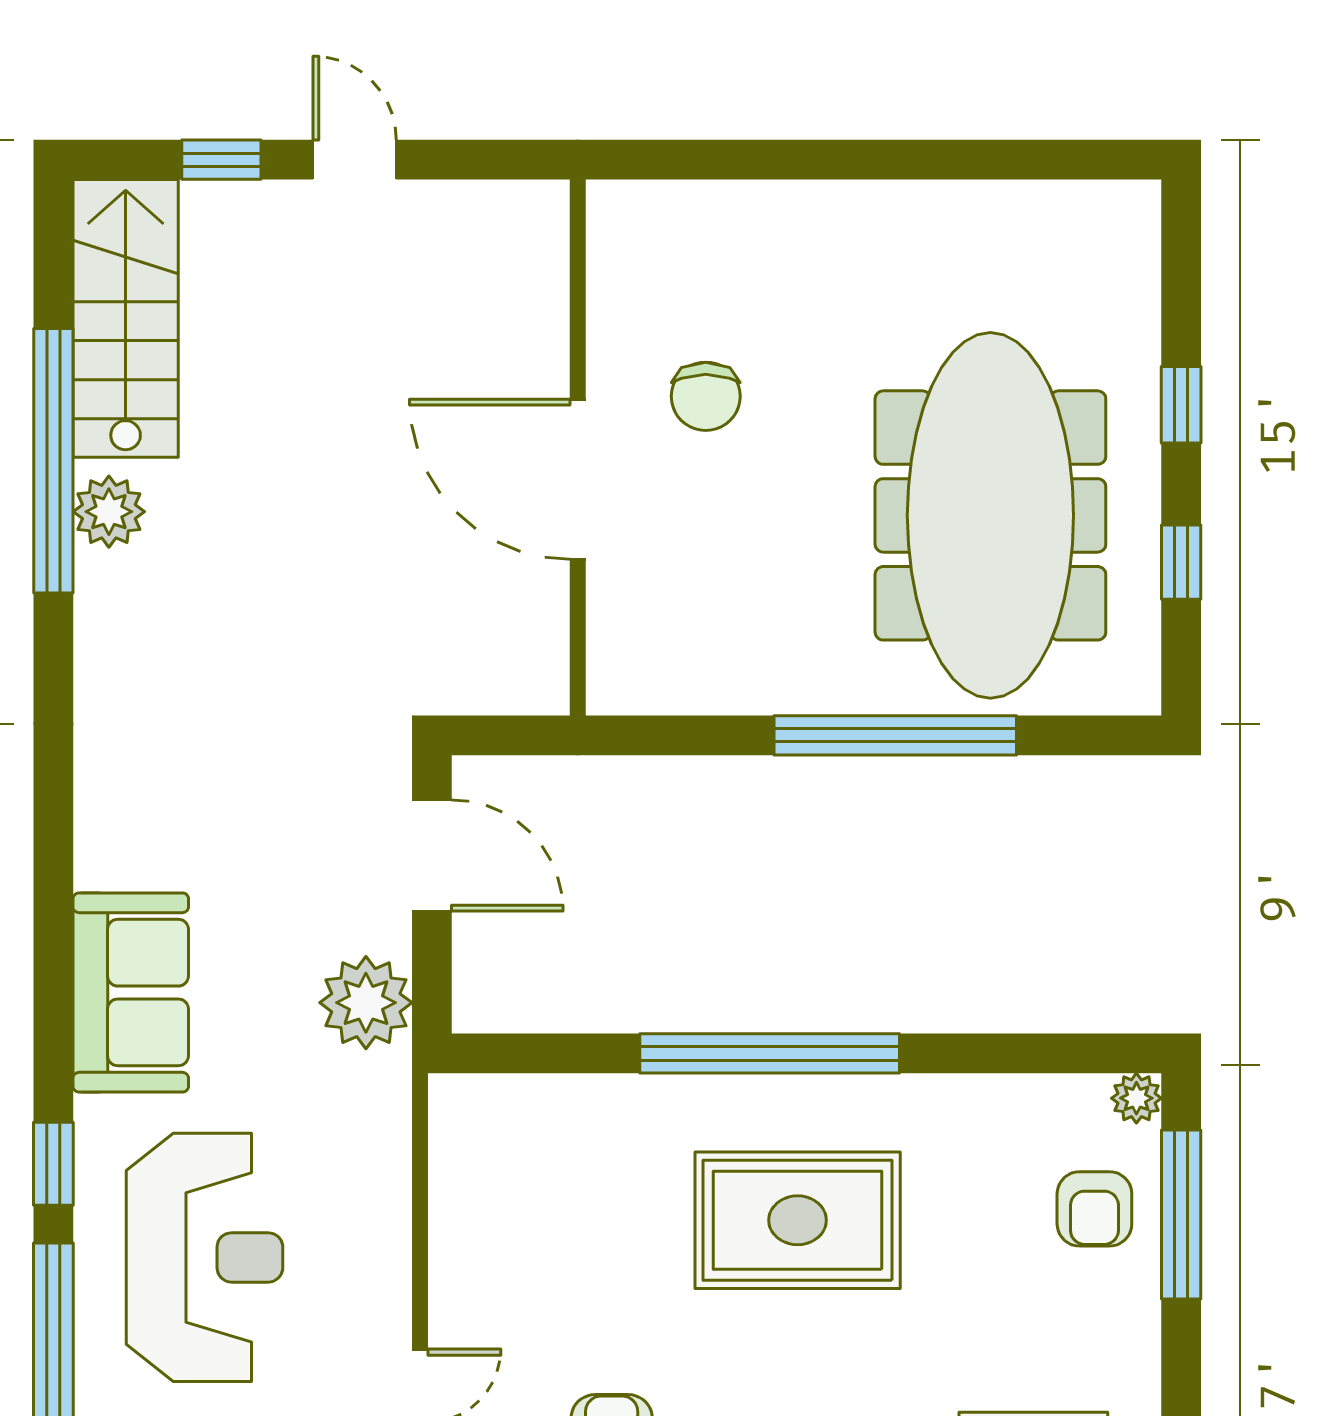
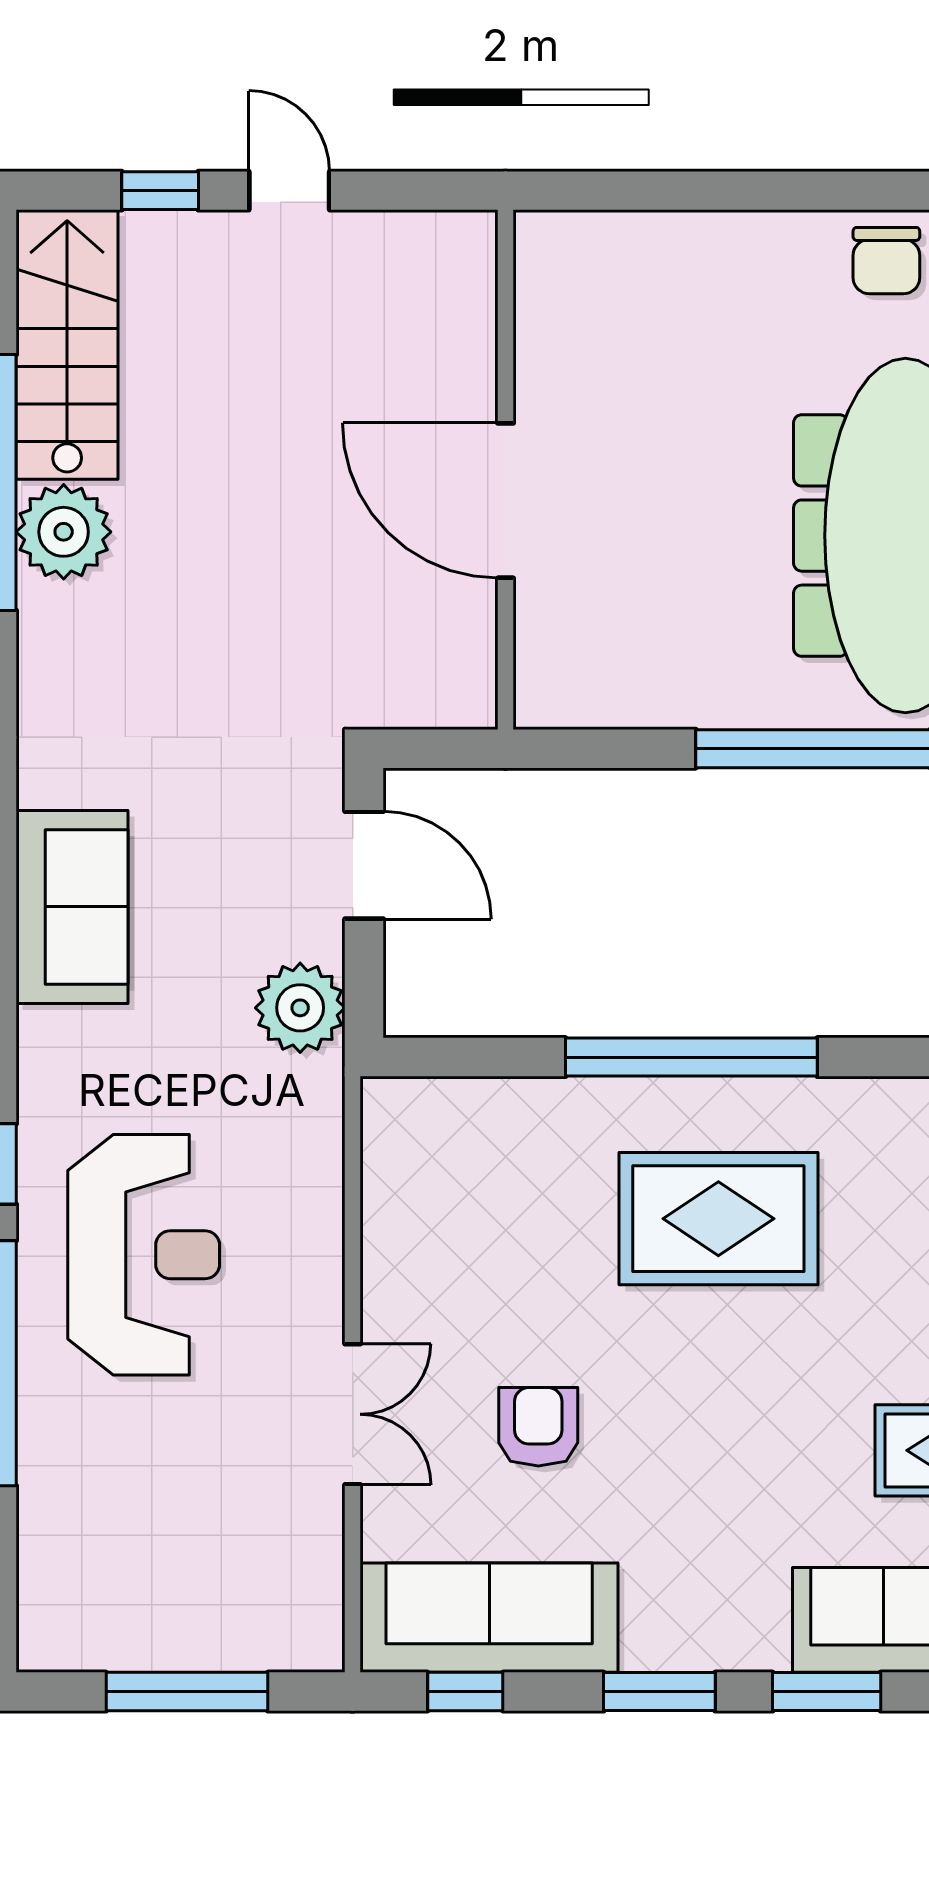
chair: (706, 396) -> (886, 261), moved
plant: (109, 512) -> (64, 532), width x1.36, depth x1.36
sofa: (131, 993) -> (72, 907), moved

